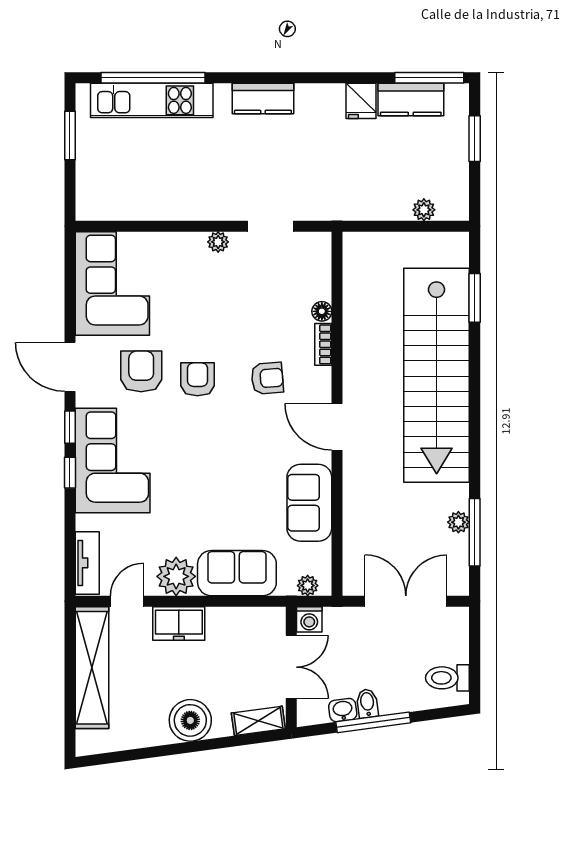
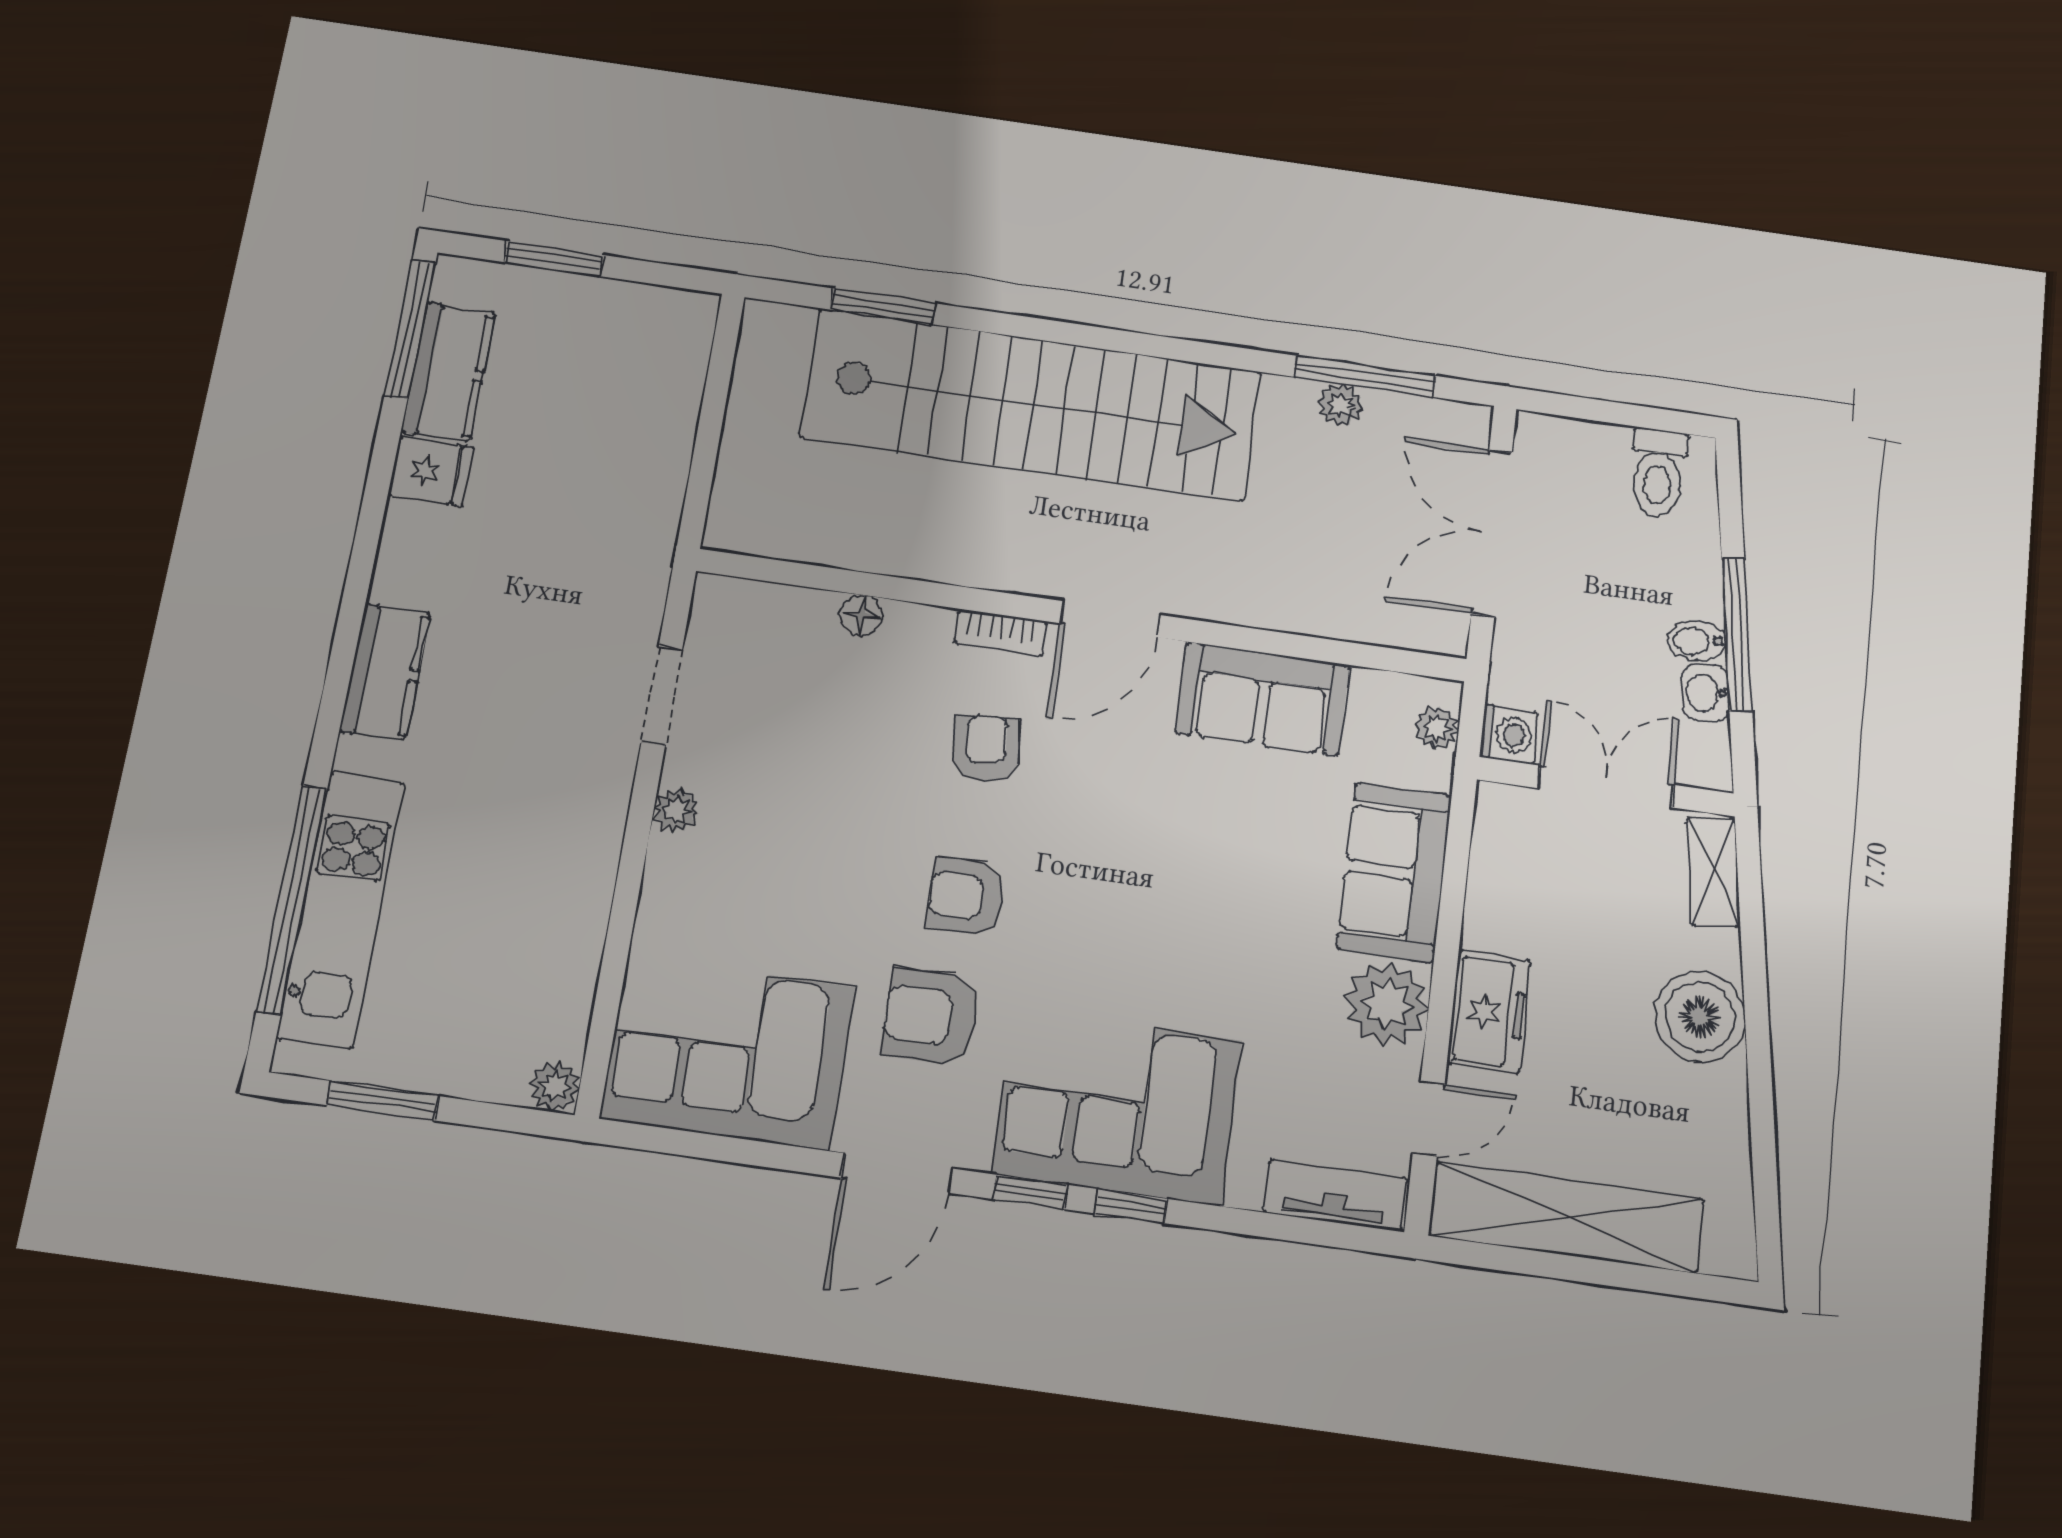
plant: (424, 210) -> (555, 1086), moved
bookcase: (323, 344) -> (1001, 632), moved
door: (127, 601) -> (1429, 1119), swing flipped

